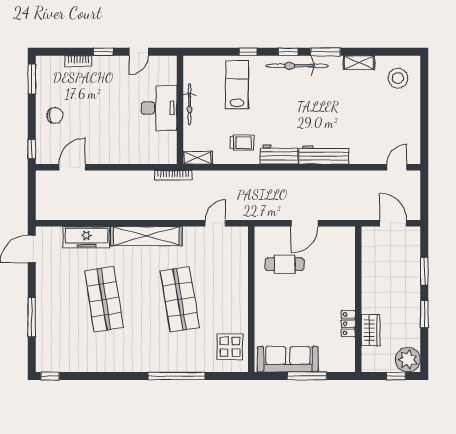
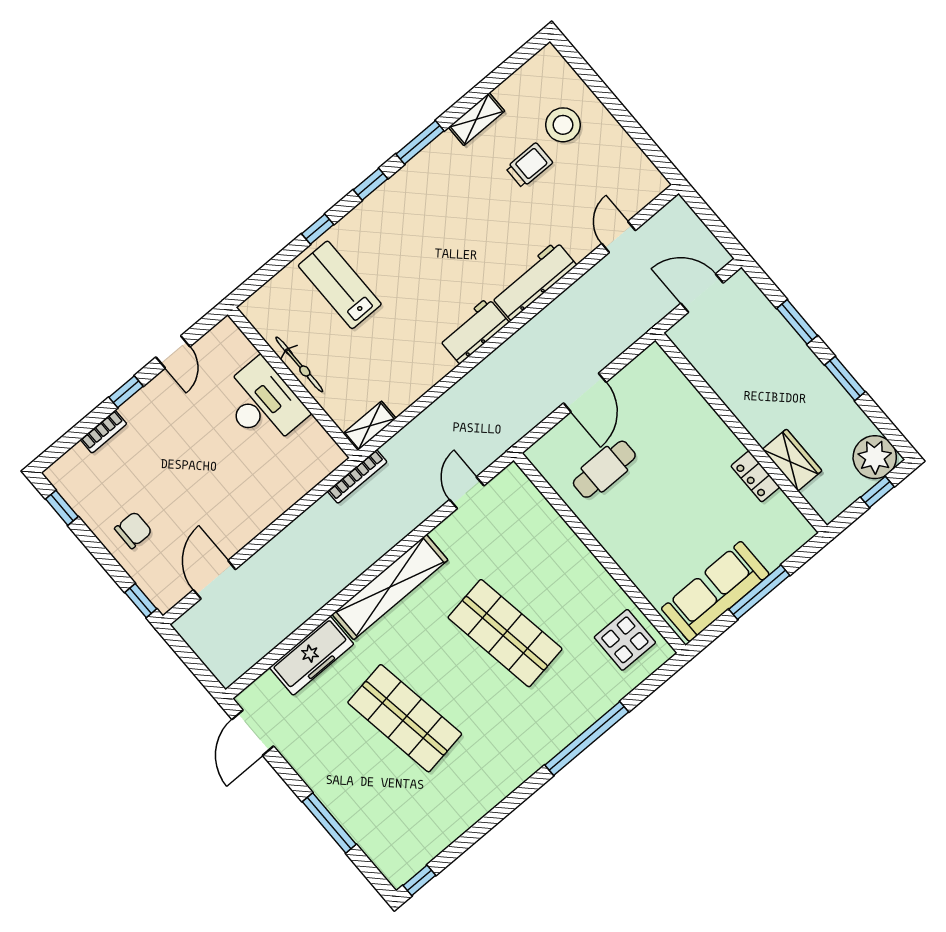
bicycle: (297, 66) -> (398, 192), removed
stool: (398, 78) -> (563, 125), moved
window: (32, 79) -> (62, 508), width x0.67
trolley: (242, 142) -> (529, 165), moved
door: (397, 167) -> (619, 237), moved

